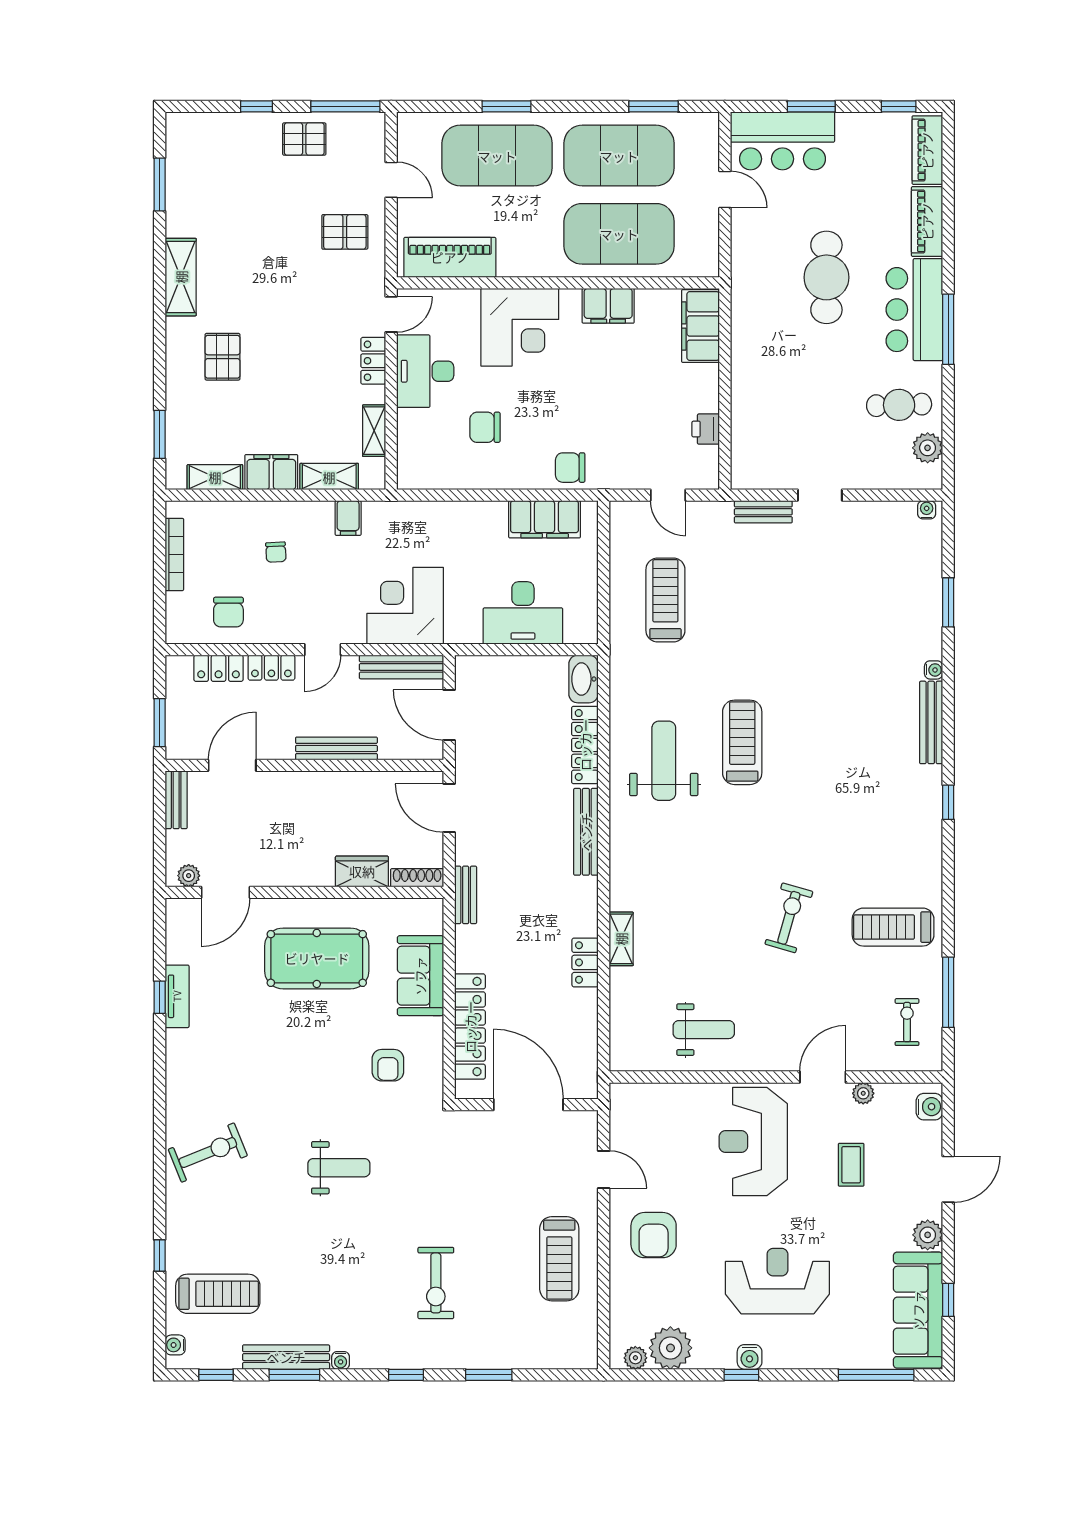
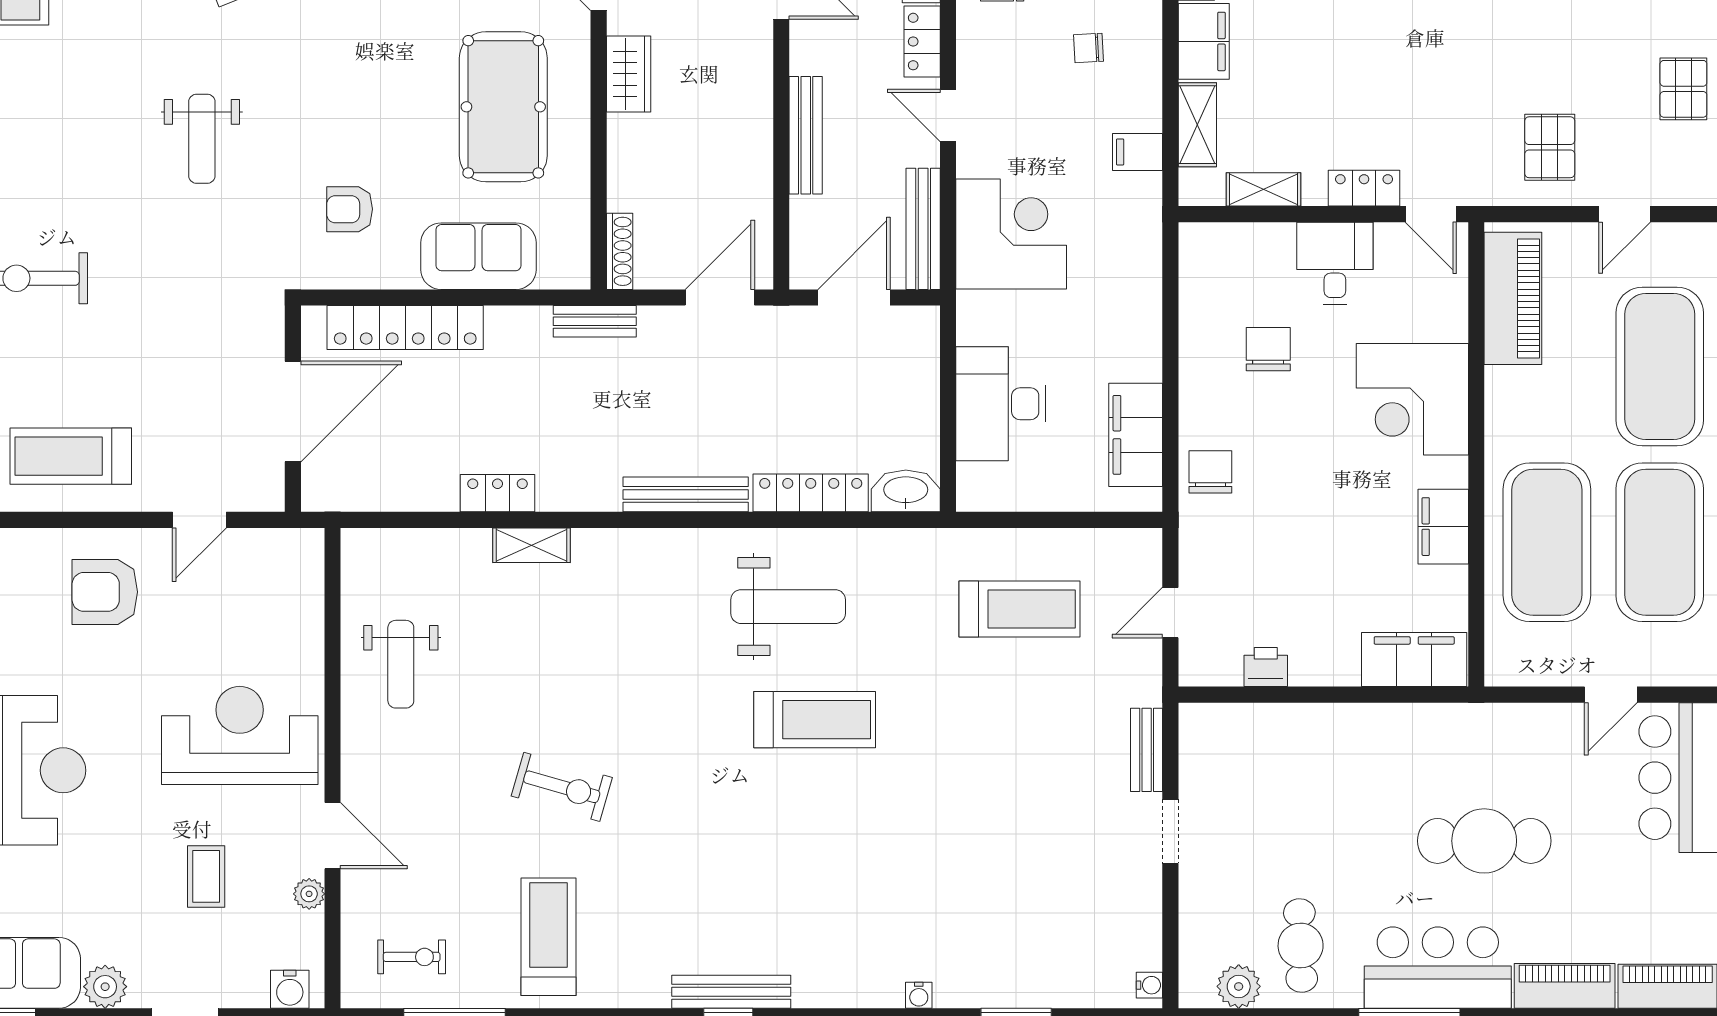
desk: (425, 371) -> (1335, 263), width x0.73
bench: (931, 722) -> (731, 992), moved
wardrobe: (362, 871) -> (629, 74), moved
coffee table: (851, 1165) -> (206, 876), turned 90

